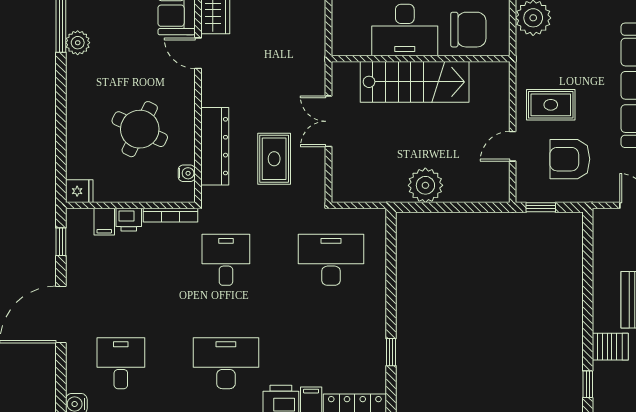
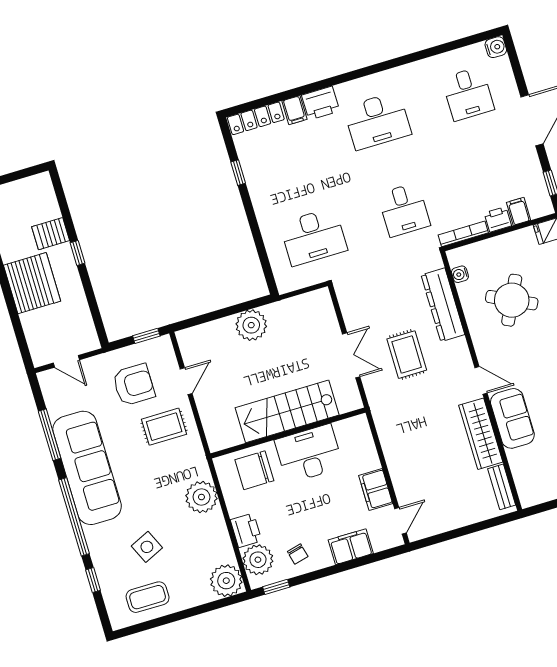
rug: (274, 159) -> (407, 355), moved
window: (588, 384) -> (78, 253), moved

